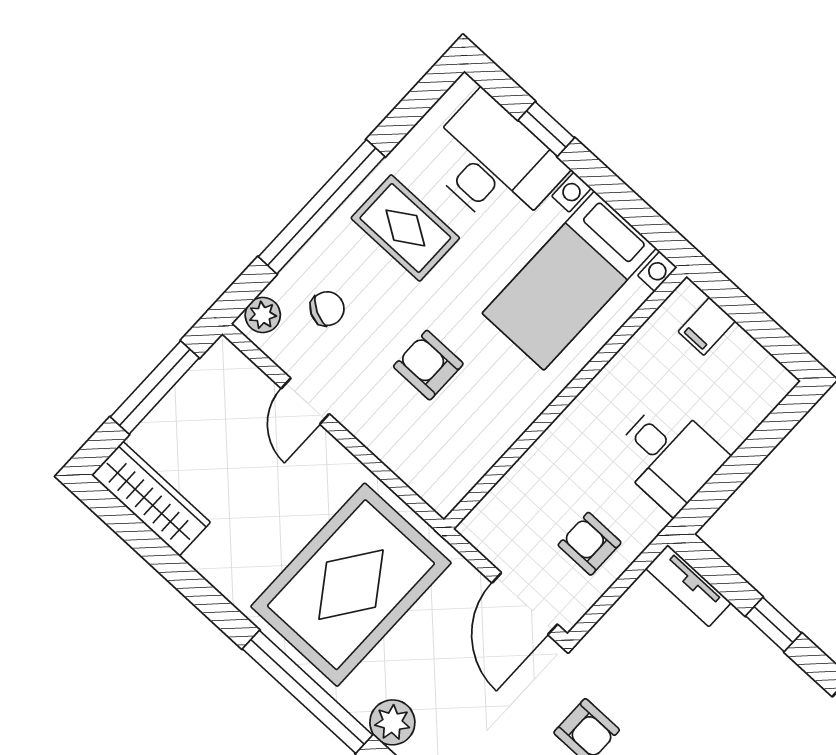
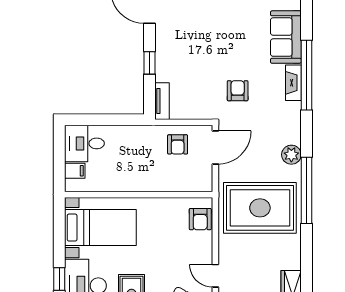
armchair: (428, 365) -> (200, 219), moved
door: (305, 401) -> (215, 276), swing flipped
desk: (669, 456) -> (84, 143), moved, turned -90

